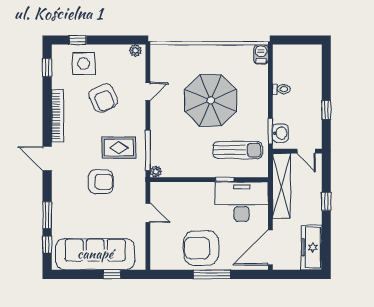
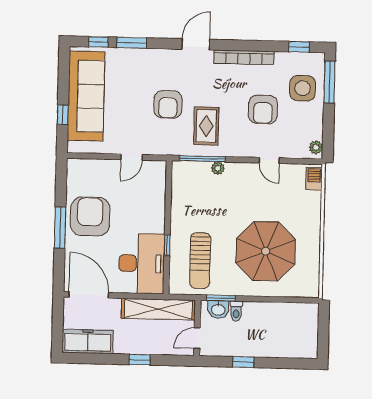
window: (78, 40) -> (329, 82), width x2.17
barbecue: (261, 54) -> (314, 179), moved, turned -90
toilet: (281, 89) -> (236, 311), moved
armchair: (103, 98) -> (263, 109), turned -66
parasol: (211, 100) -> (266, 251), moved
plant: (156, 172) -> (218, 168), moved

